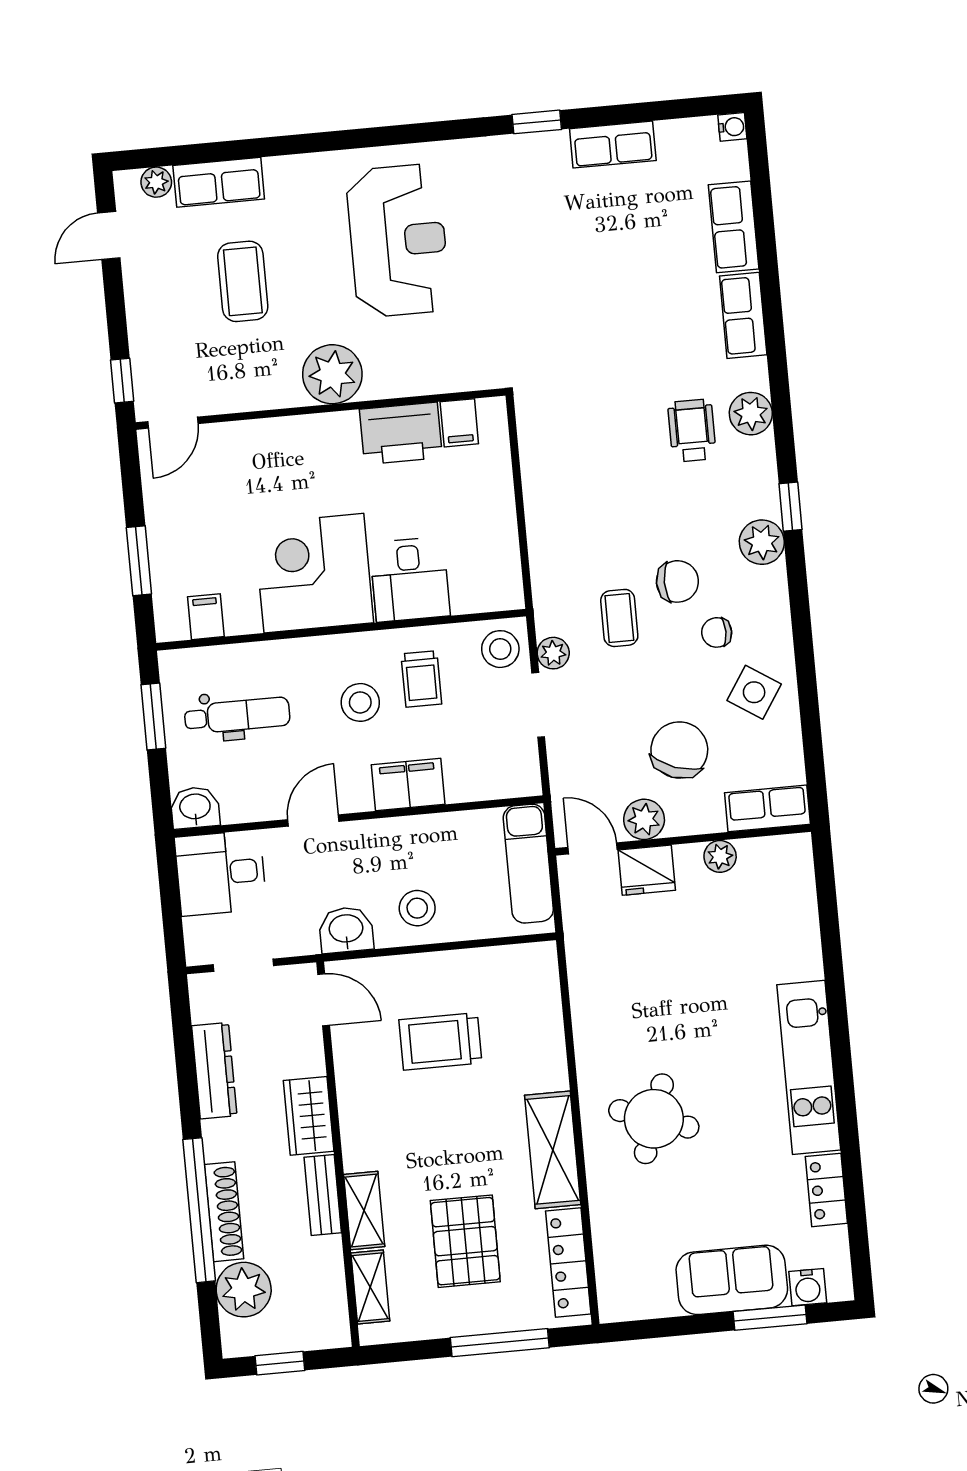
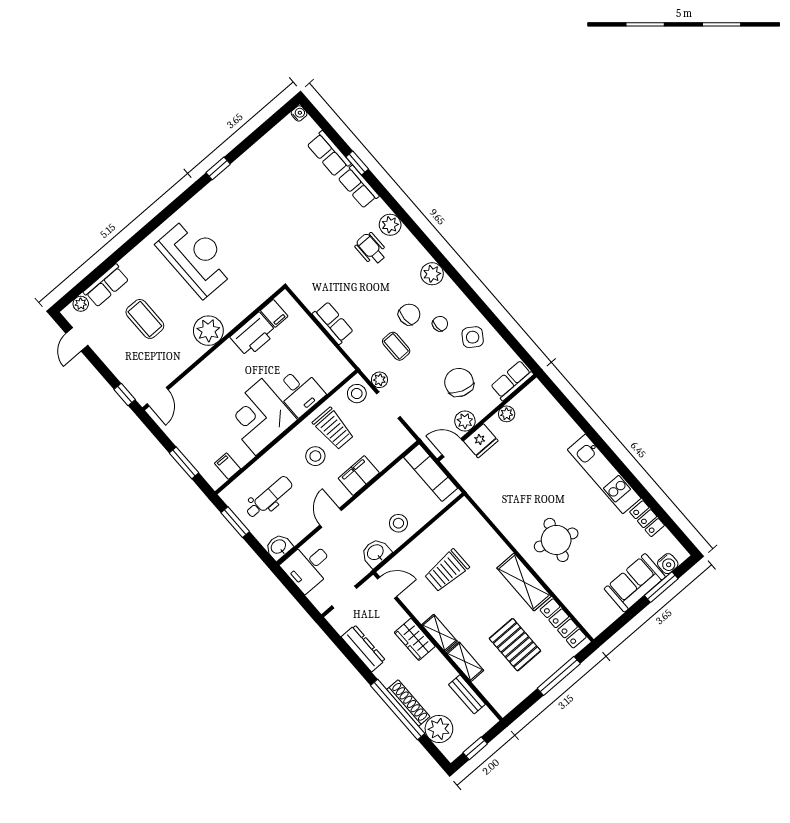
row of seats: (613, 145) -> (333, 323), moved, turned -90
window: (791, 507) -> (357, 163), moved
chair: (717, 632) -> (440, 324), turned 180
trolley: (421, 679) -> (333, 429), width x1.36, depth x1.39
bench: (323, 1195) -> (467, 694), moved
shelving: (370, 1287) -> (439, 633), moved

